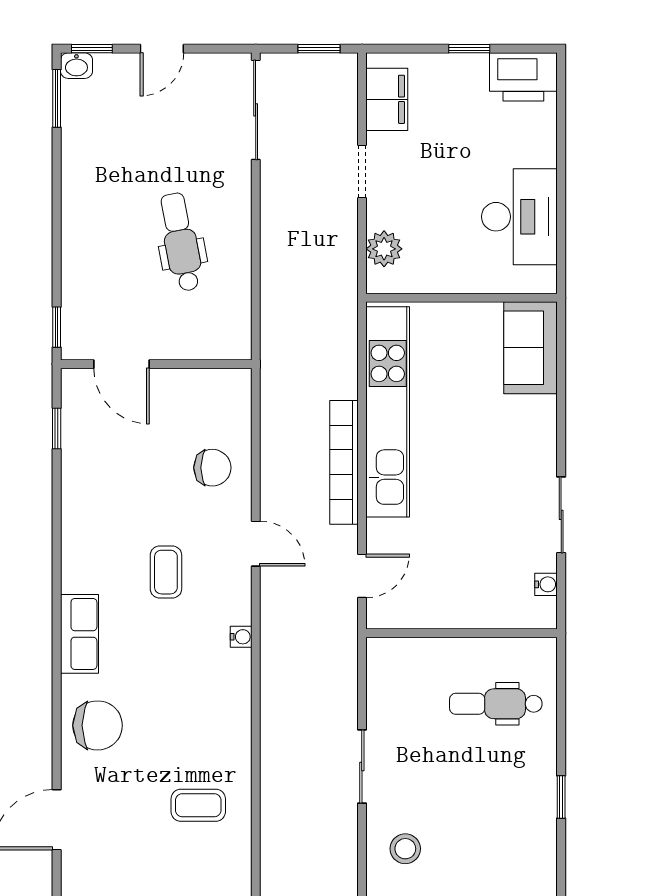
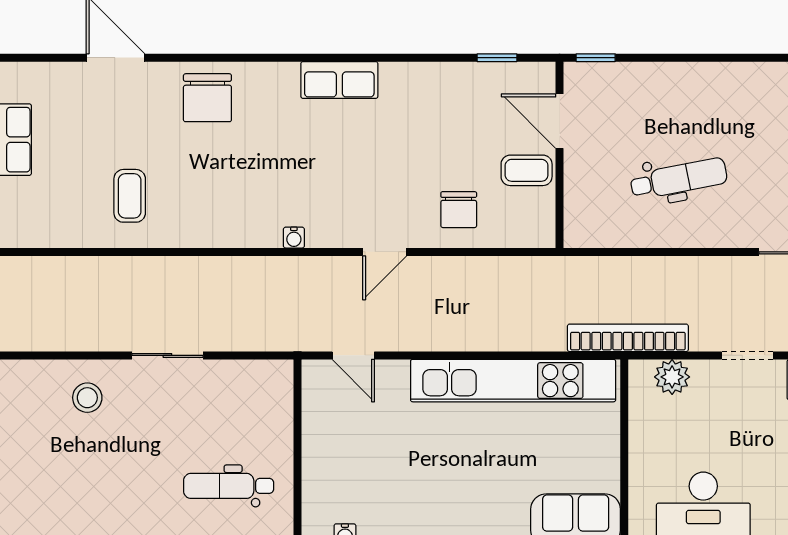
door: (122, 364) -> (560, 121), hinge flipped
bookcase: (344, 462) -> (628, 338), moved
coffee table: (166, 572) -> (527, 170), moved
row of seats: (79, 634) -> (339, 80), moved
dental chair: (496, 704) -> (229, 486), turned -90

